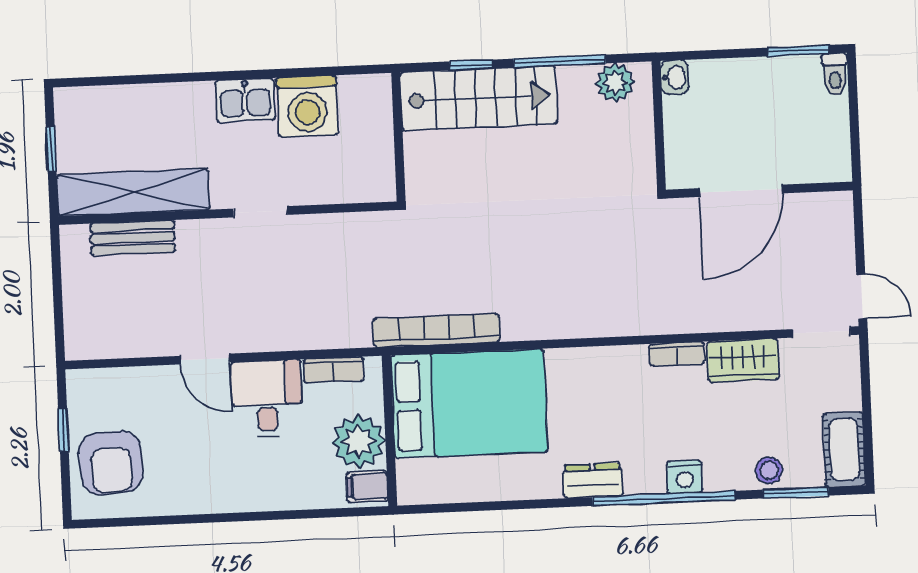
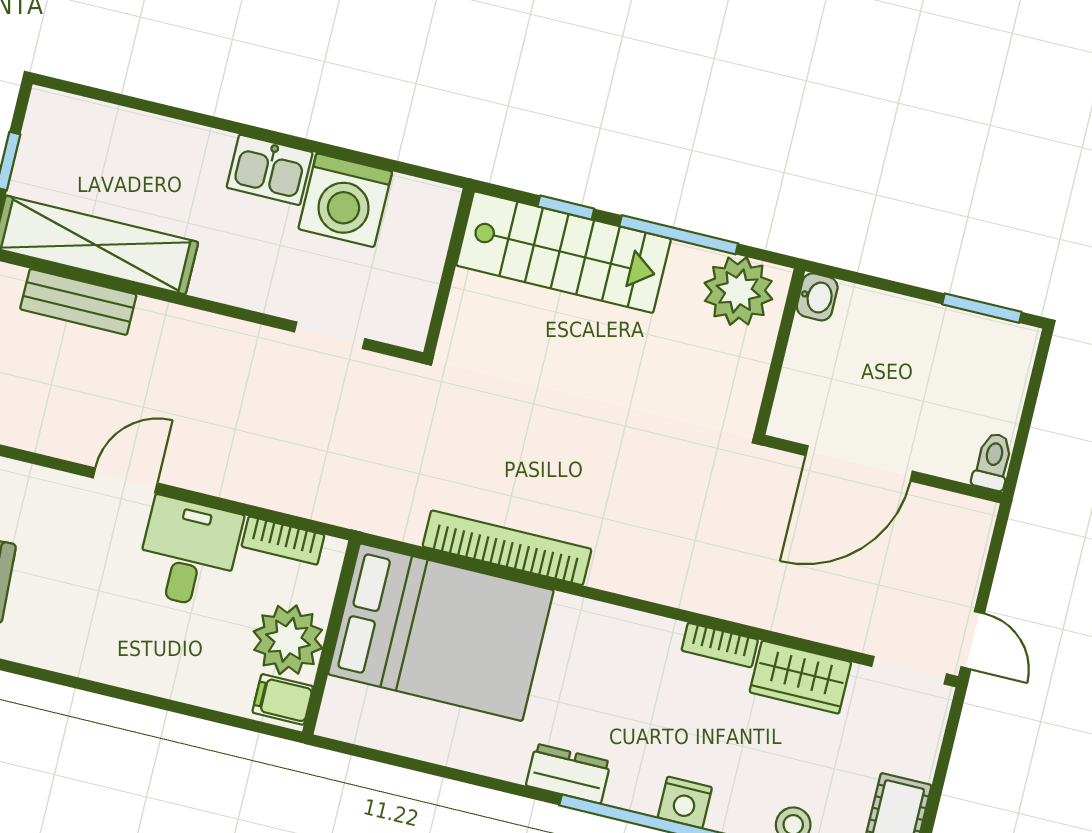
toilet: (835, 74) -> (993, 462), moved, turned 180
plant: (615, 83) -> (738, 291), width x1.36, depth x1.36
doorway: (260, 212) -> (330, 335), moved
bookcase: (436, 330) -> (507, 548), moved
door: (205, 359) -> (125, 480), swing flipped

